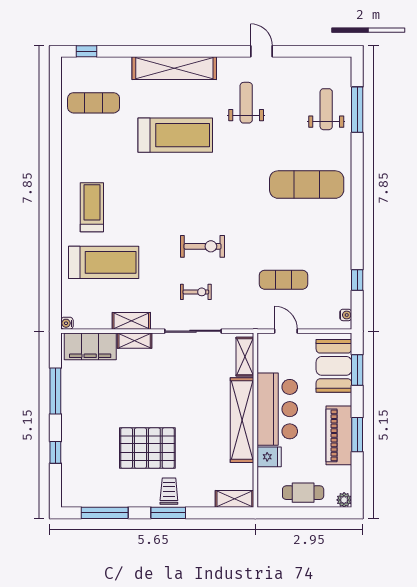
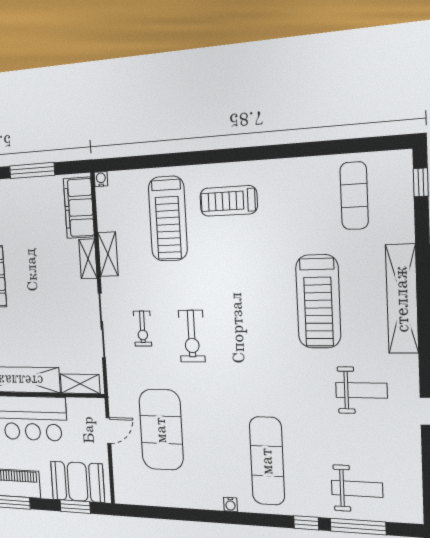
treadmill: (92, 207) -> (229, 201), turned 180
exercise mat: (284, 280) -> (161, 430), width x2.00, depth x1.45
window: (357, 280) -> (306, 523), moved
water cooler: (346, 315) -> (230, 504), moved

